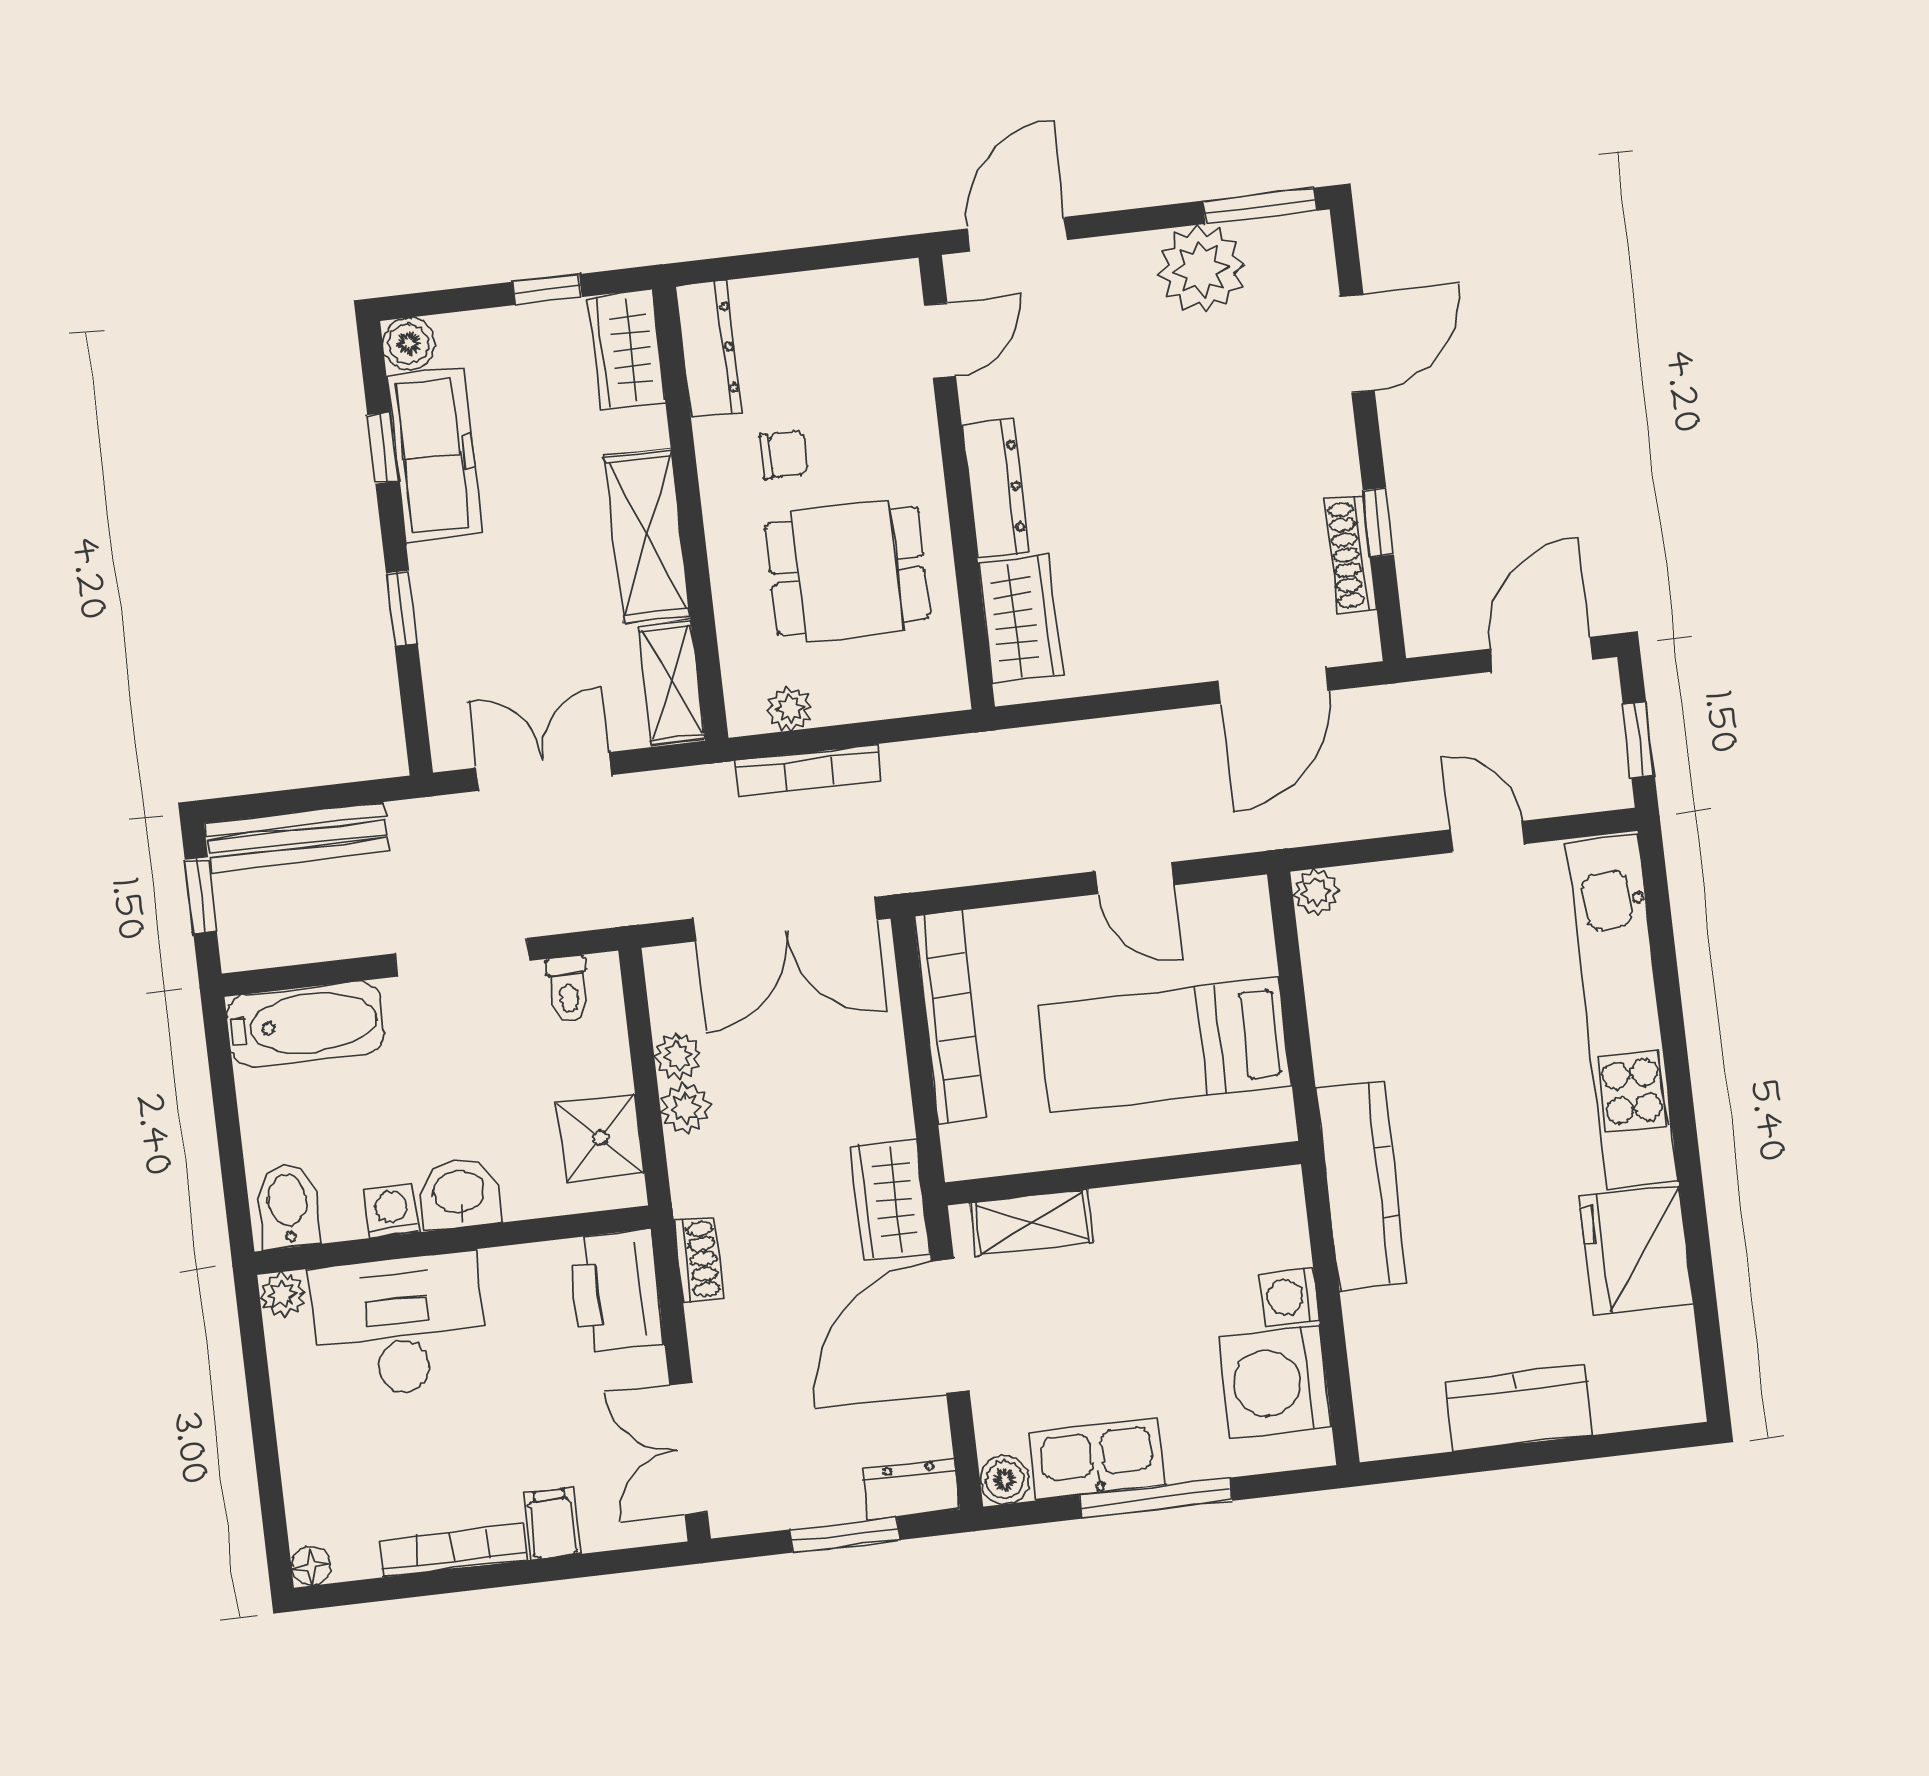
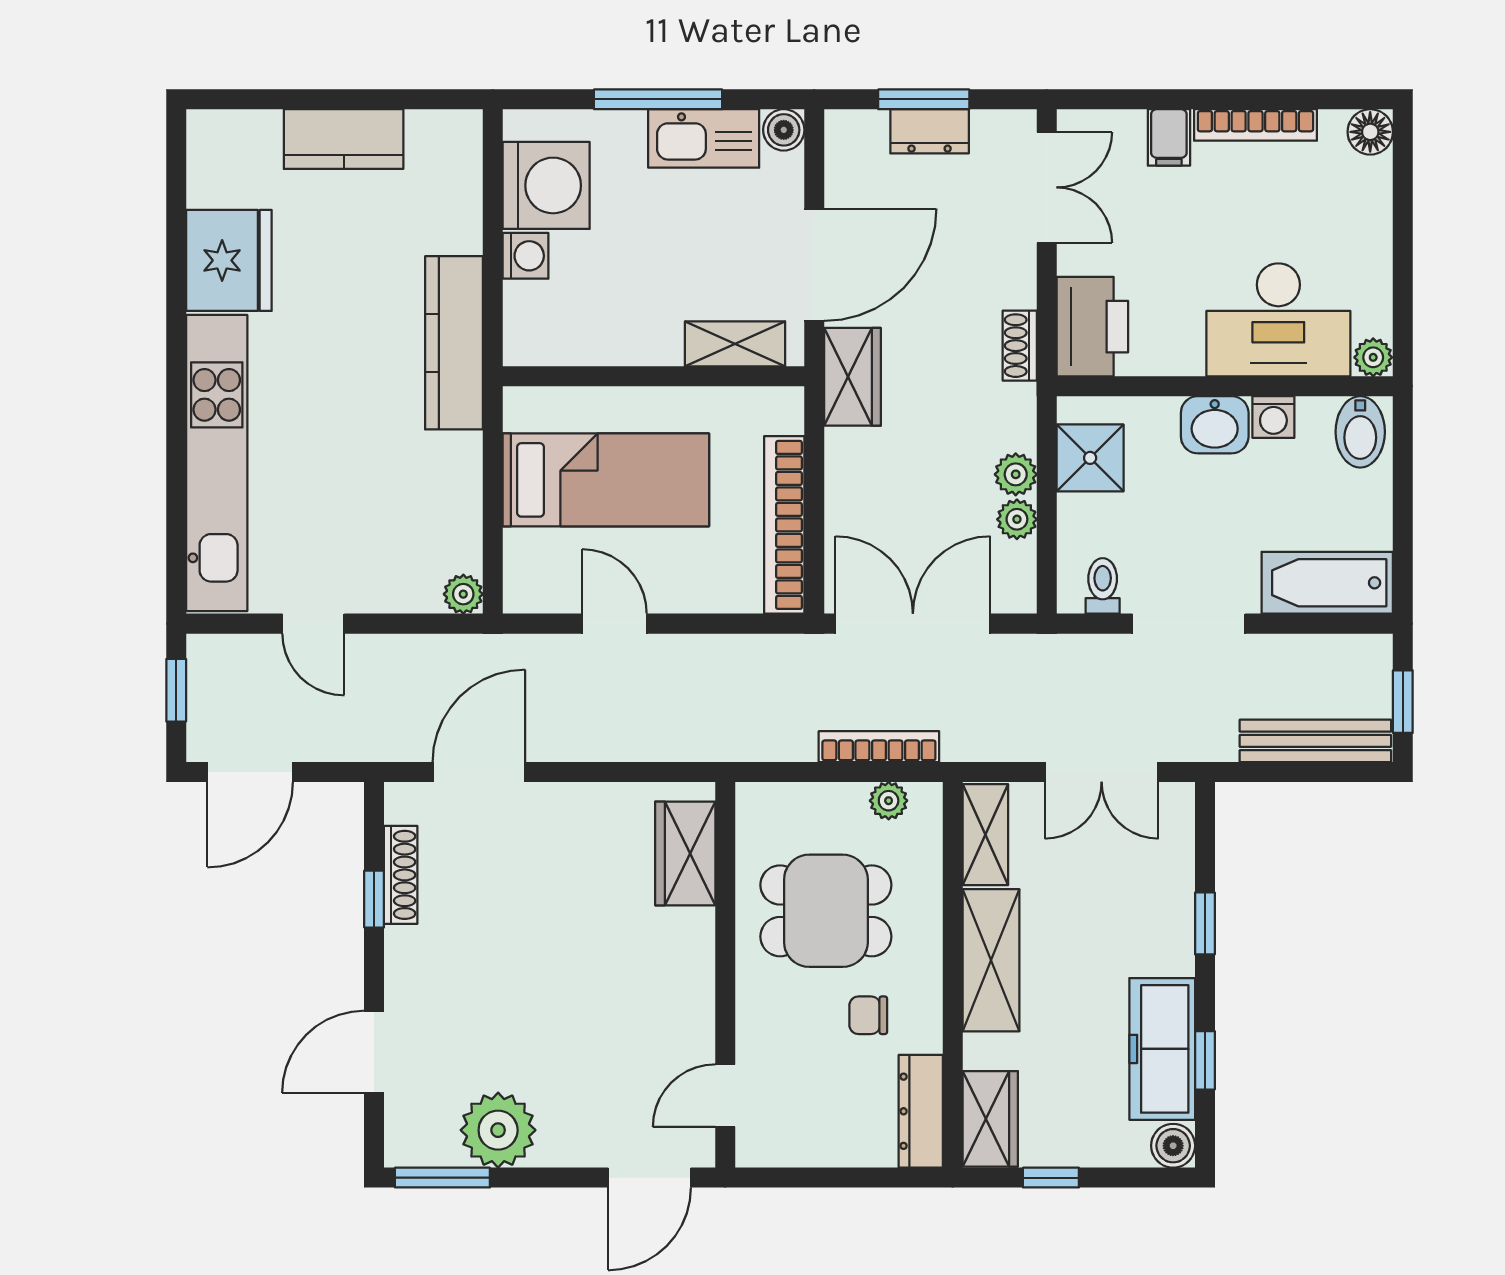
dresser: (995, 488) -> (693, 966), removed
dresser: (911, 1489) -> (930, 131), moved
floor lamp: (311, 1566) -> (1370, 132), width x1.37, depth x1.37

